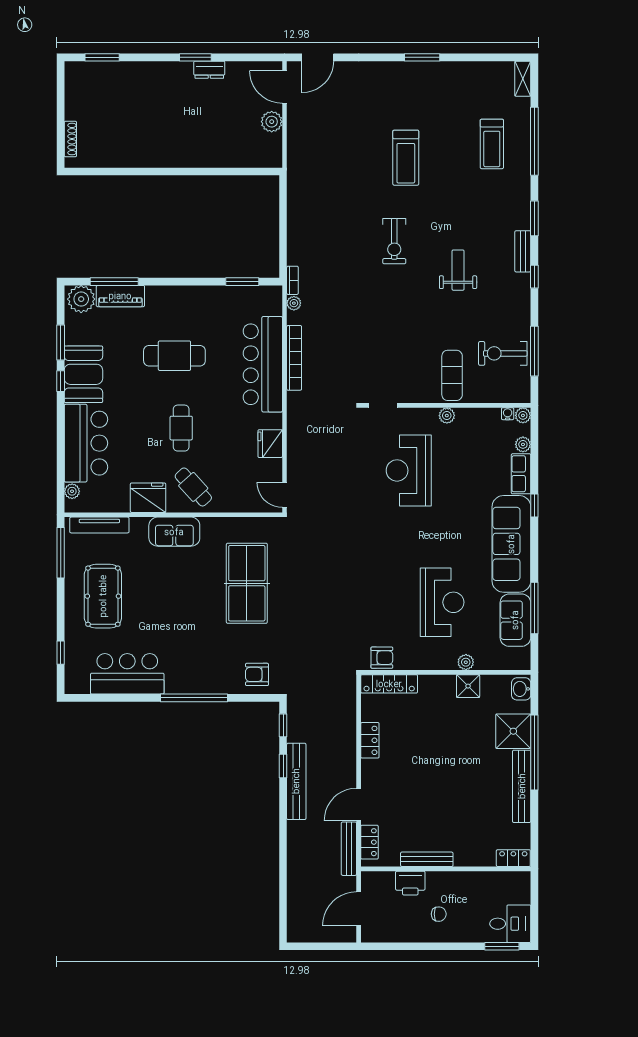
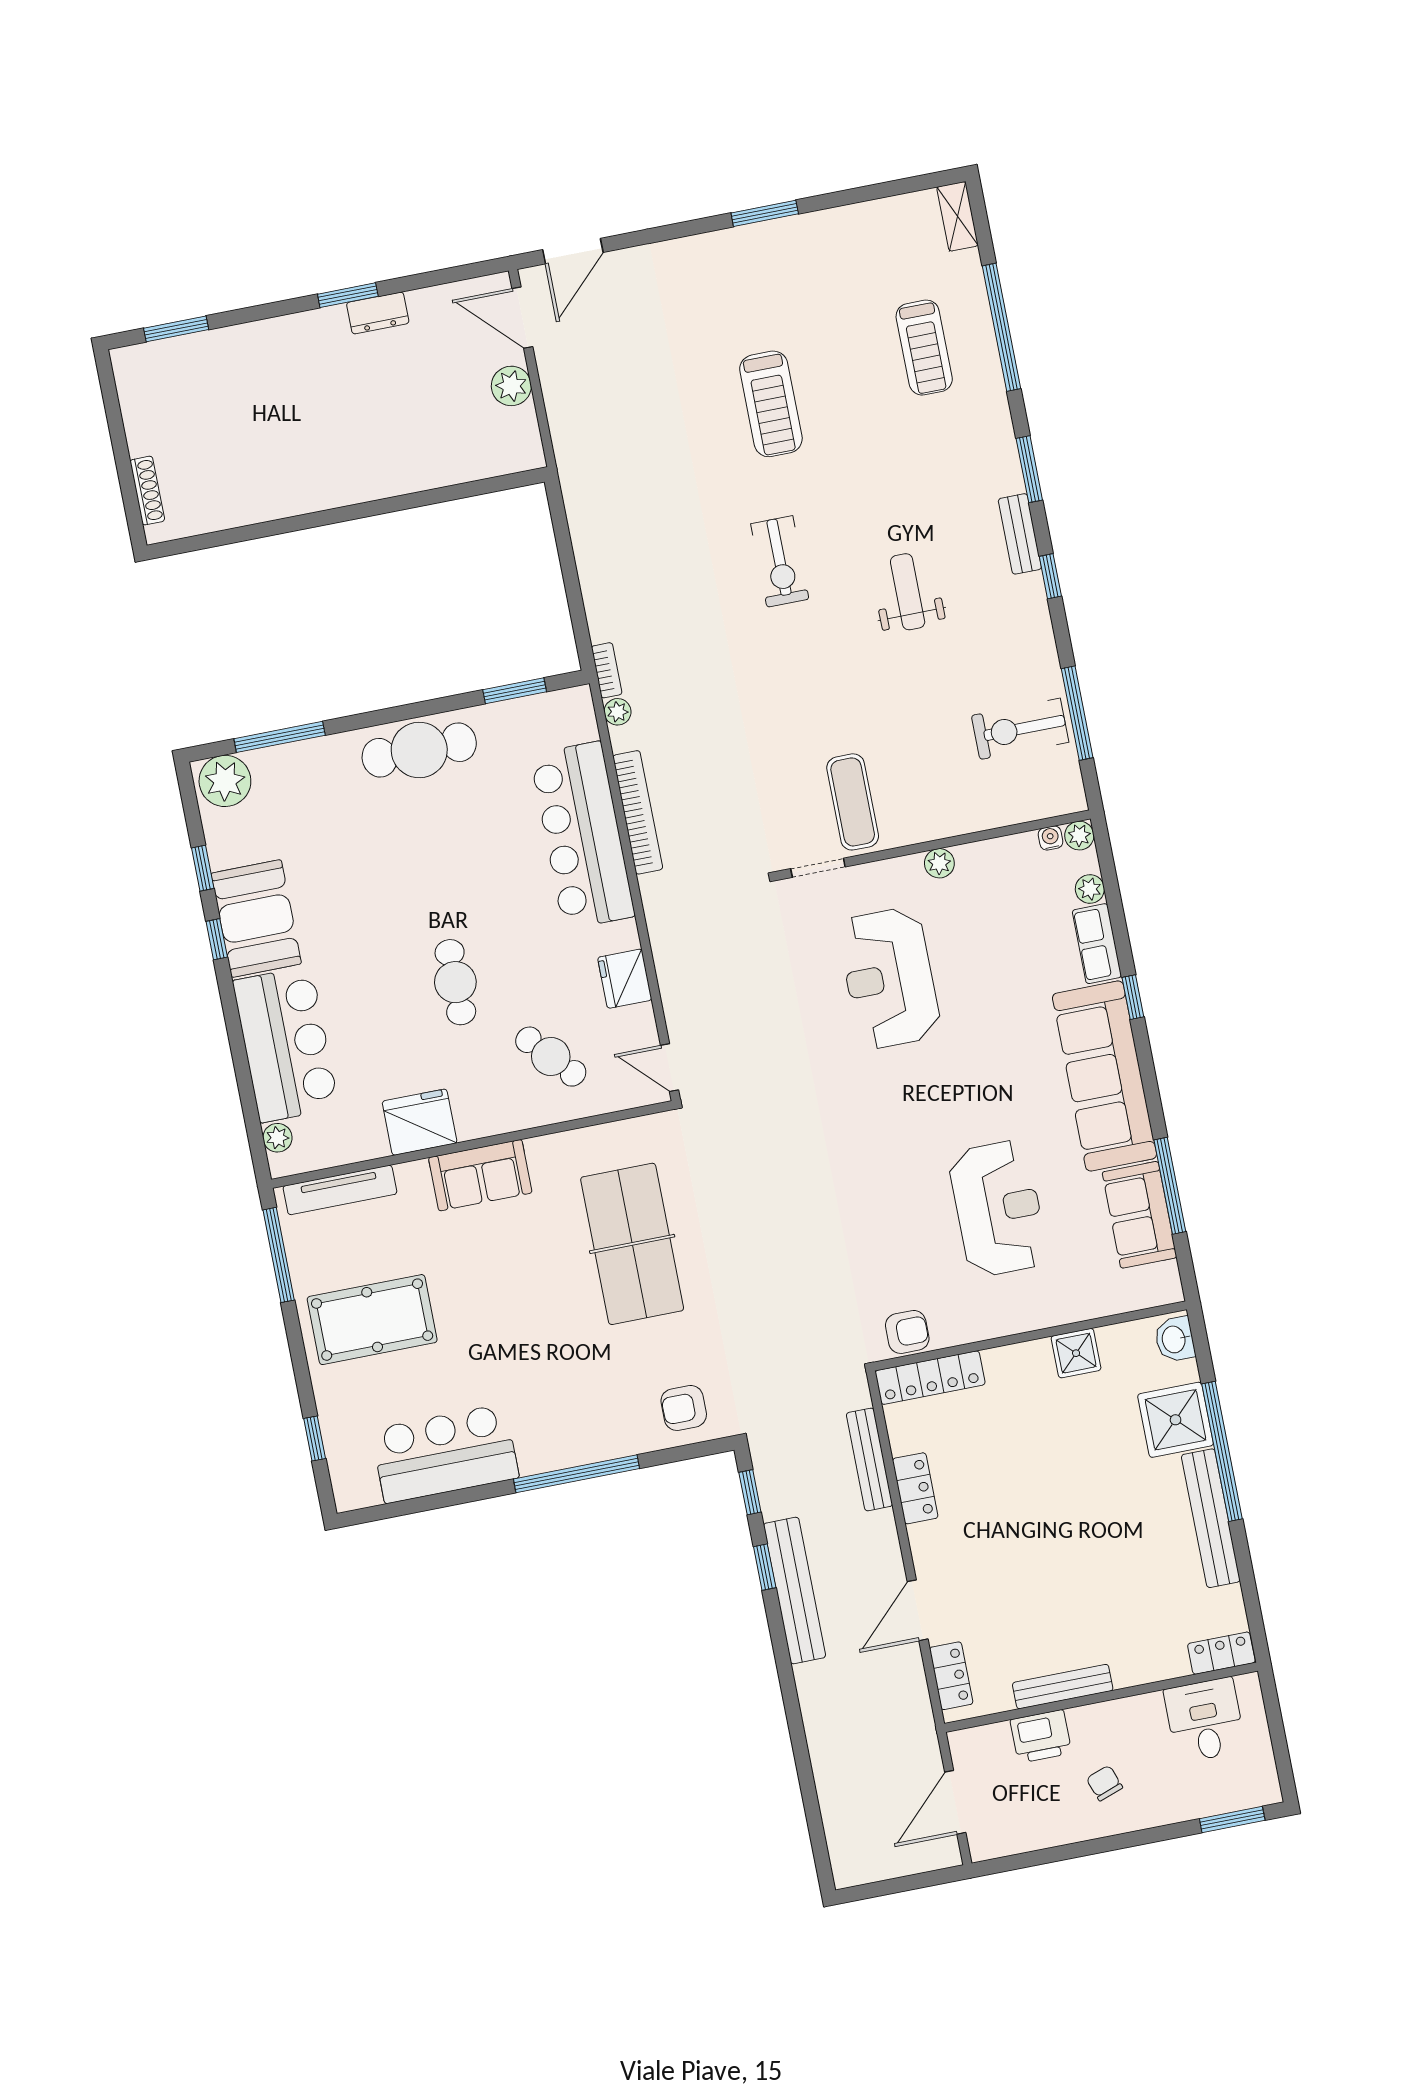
piano: (120, 296) -> (296, 761), removed
window: (61, 342) -> (203, 868), width x0.67
cafe table: (174, 356) -> (419, 750), moved
exercise mat: (452, 375) -> (853, 802), moved
cafe table: (193, 487) -> (551, 1057), moved
pool table: (103, 596) -> (372, 1320), turned 90
plant: (466, 662) -> (1063, 1310), removed
bench: (349, 849) -> (869, 1459), moved
chair: (439, 914) -> (1104, 1783), turned -110
desk: (510, 924) -> (1205, 1720), moved, turned -90

